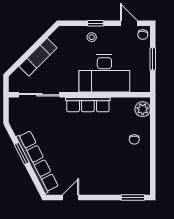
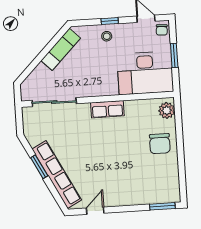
exam couch: (38, 57) -> (61, 49), moved
desk: (104, 73) -> (145, 73), moved
row of seats: (88, 105) -> (107, 109), width x0.68
chair: (134, 139) -> (160, 144), width x1.87, depth x1.87

